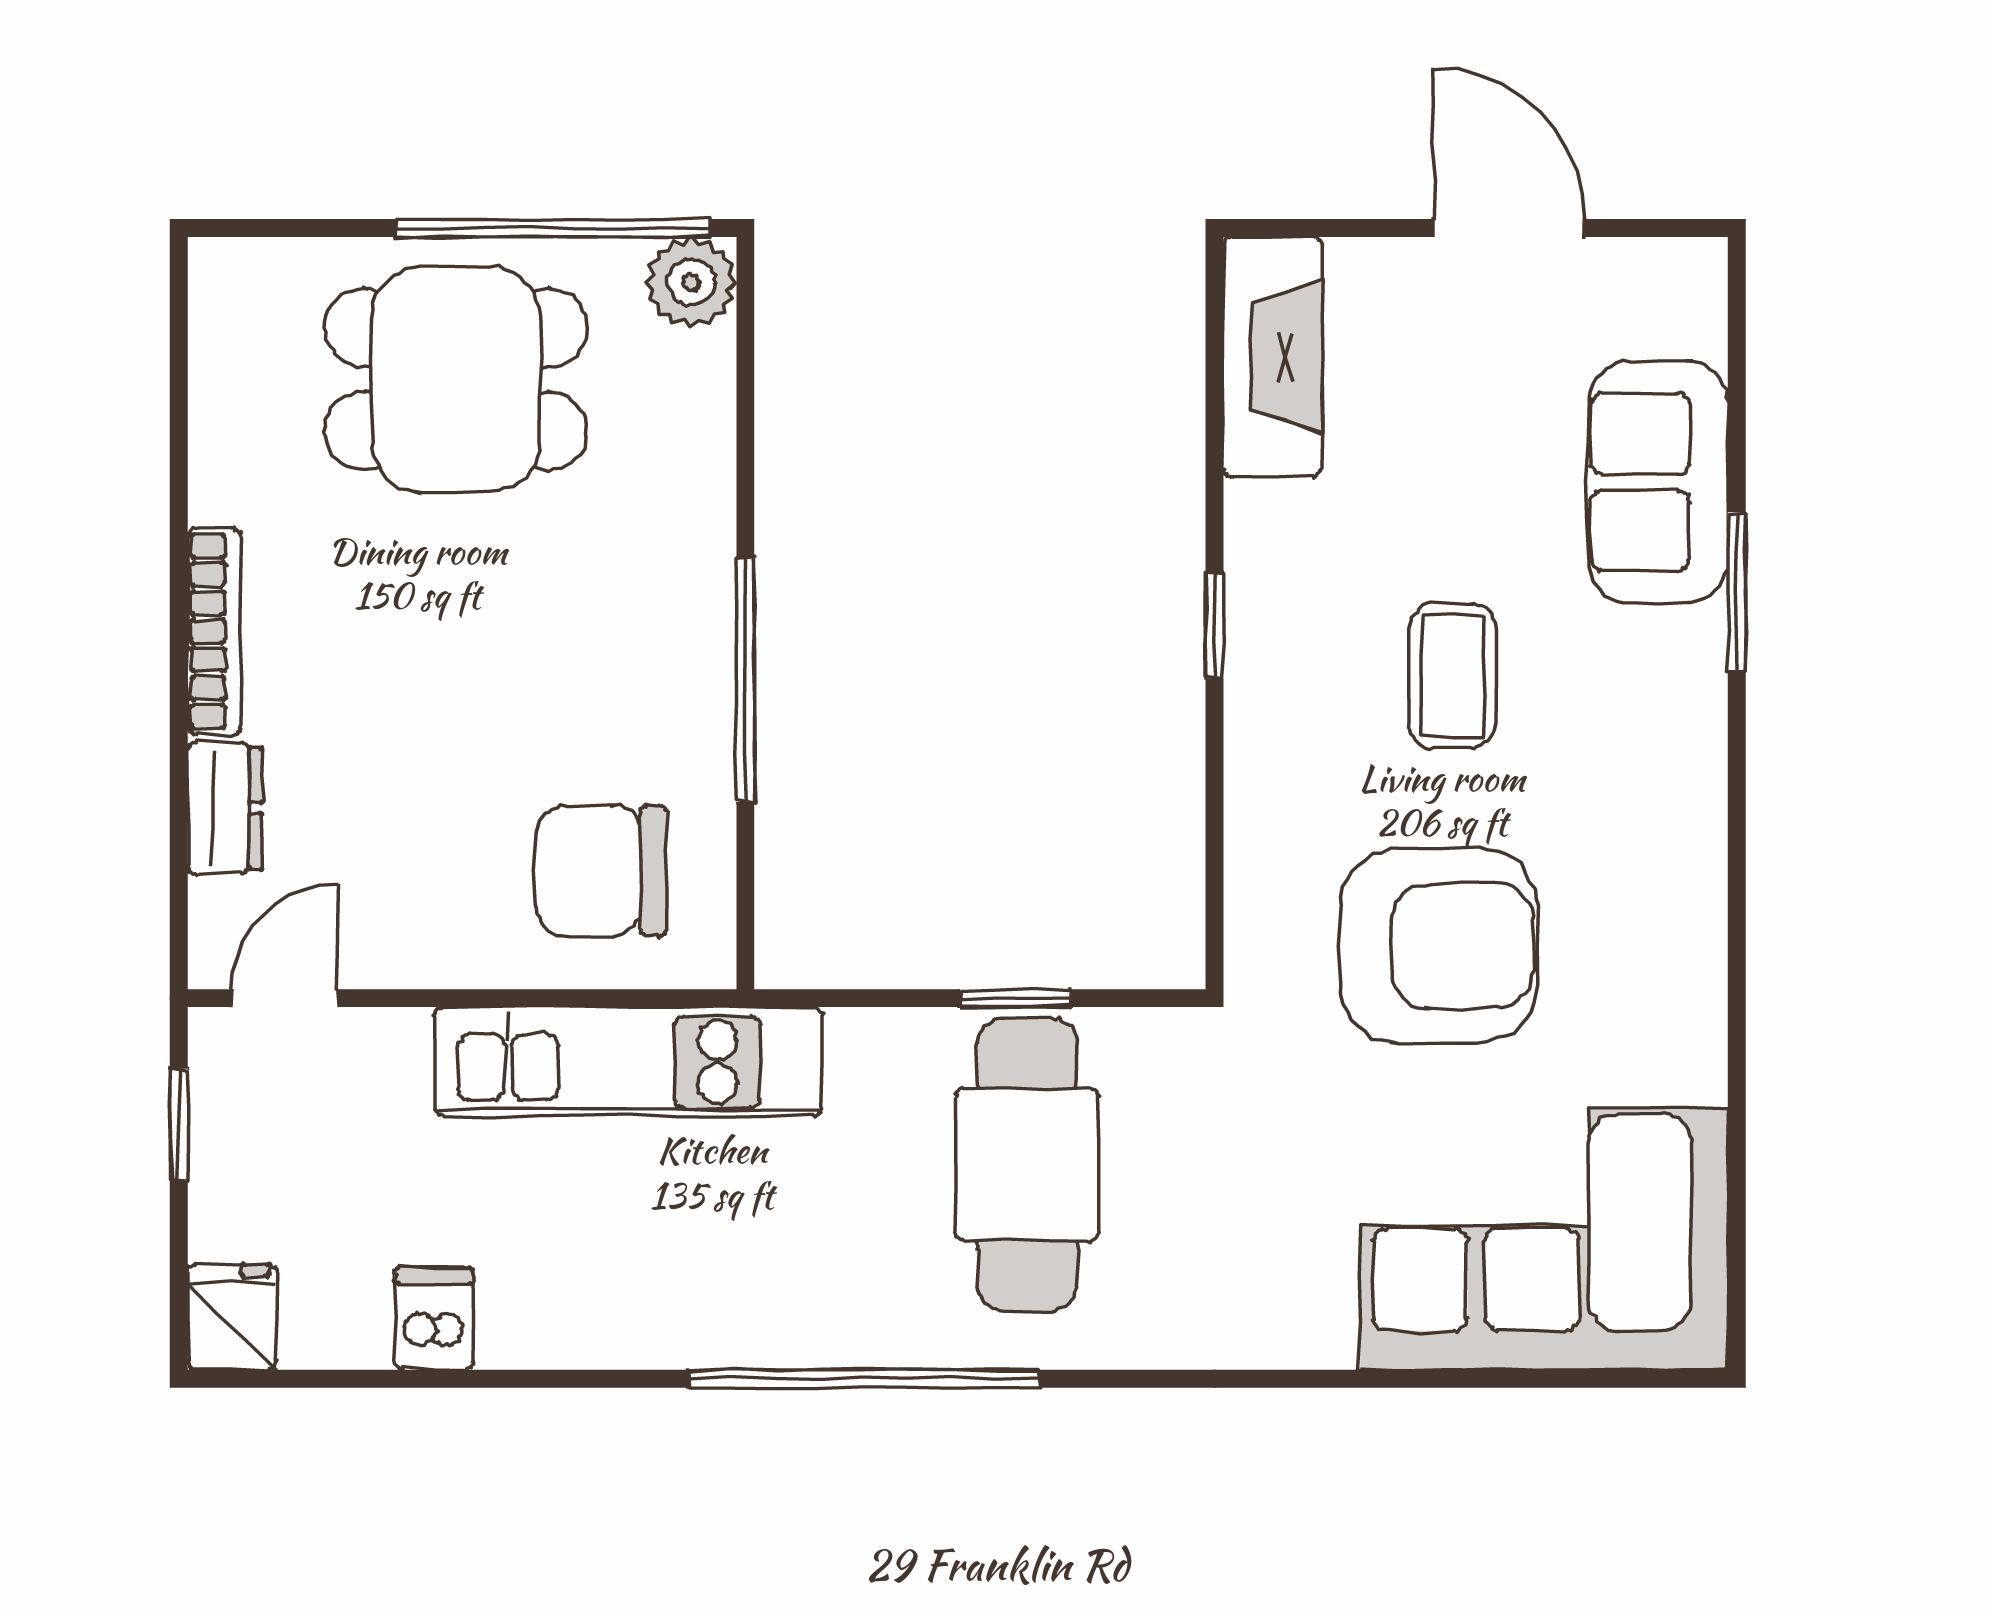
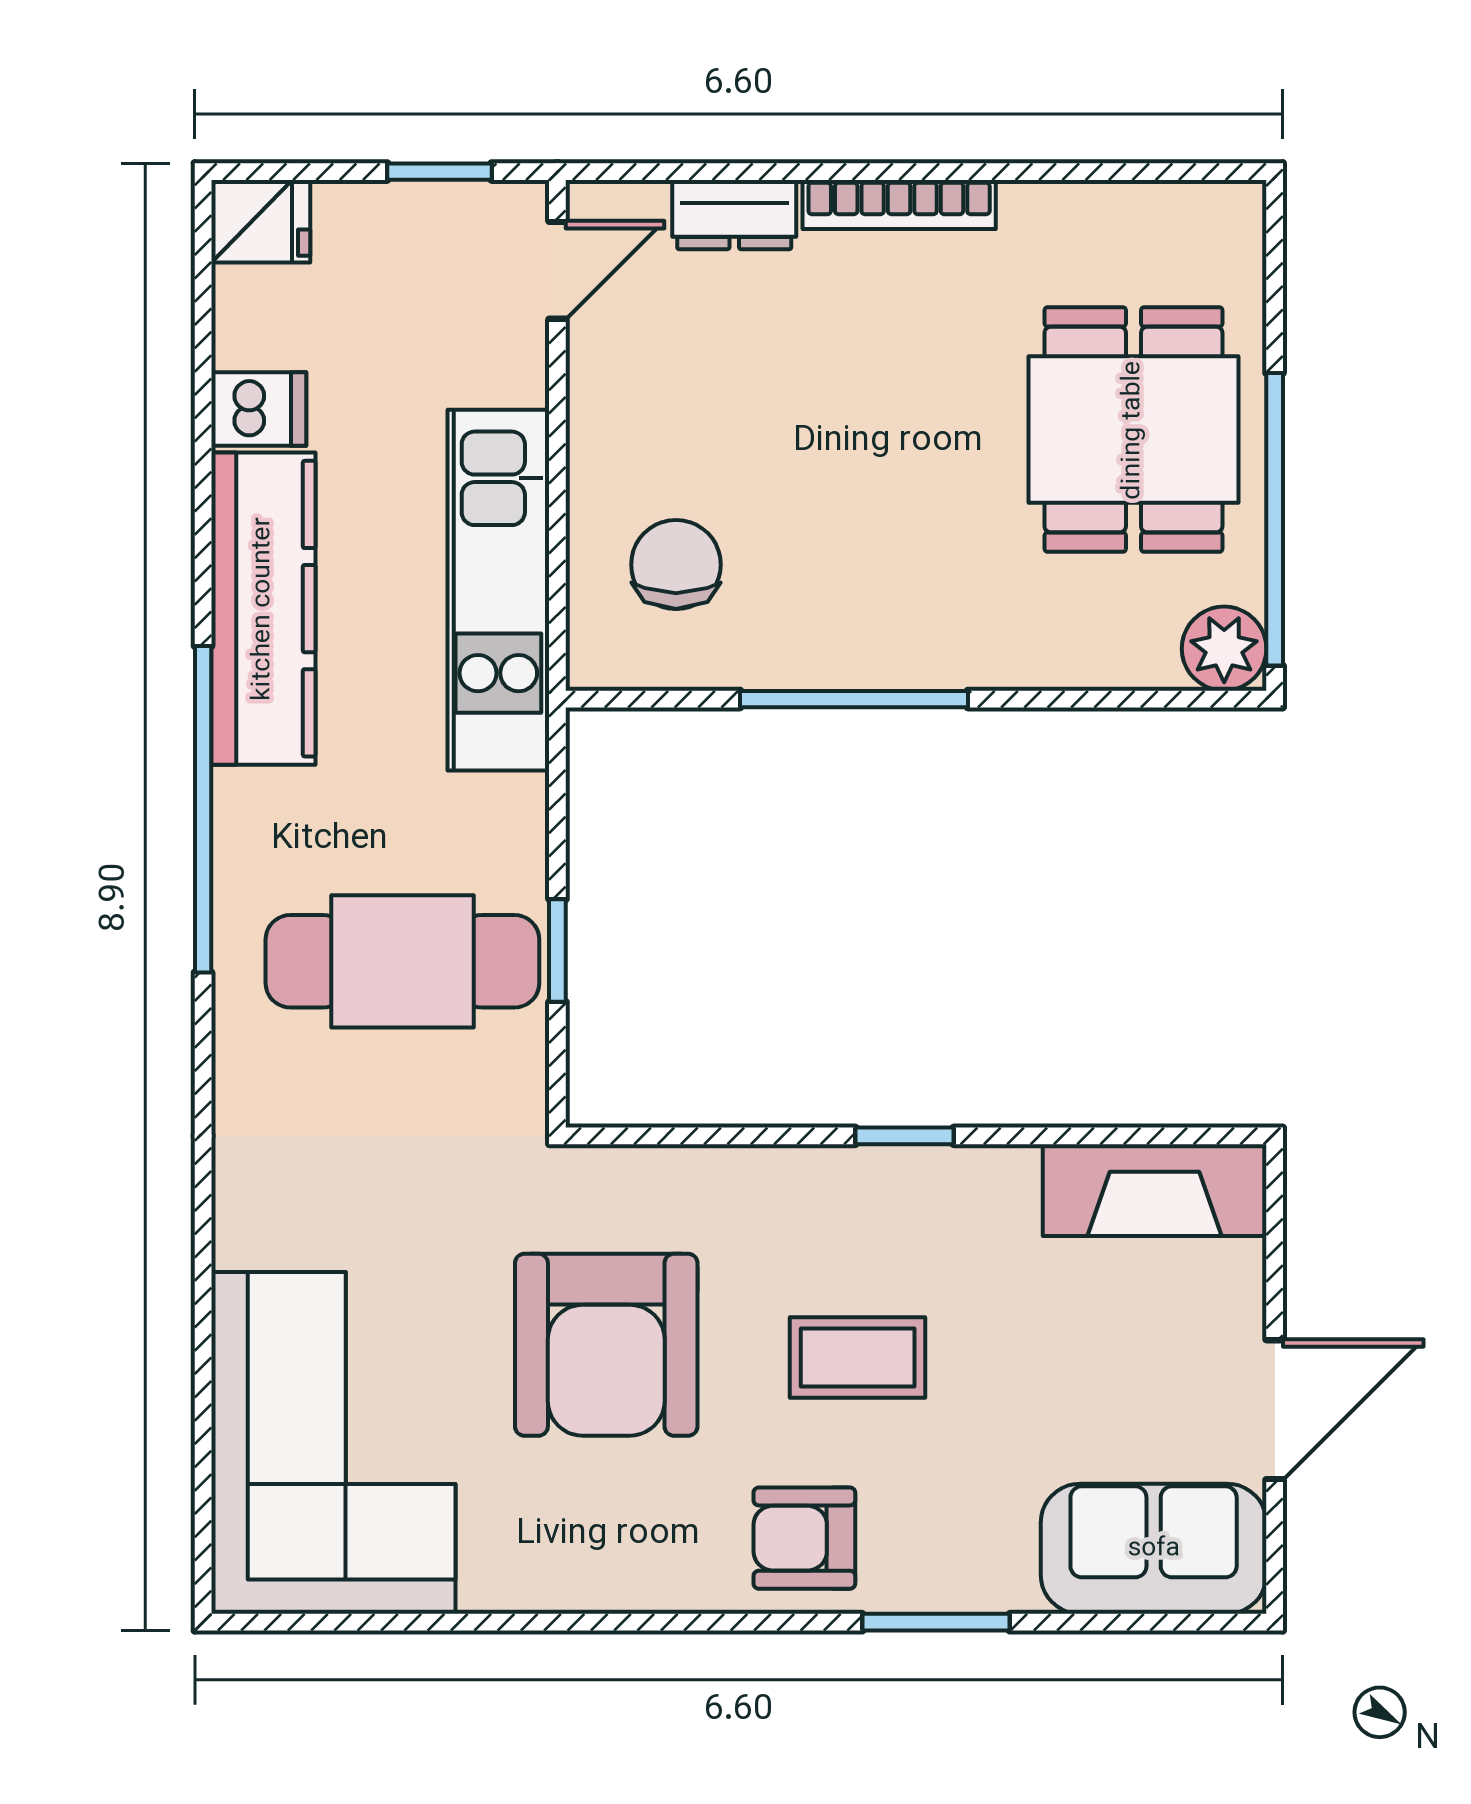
sofa: (1658, 482) -> (1154, 1549), moved
armchair: (1647, 733) -> (804, 1538), added
chair: (601, 871) -> (676, 565), width x0.73, depth x0.73
door: (285, 998) -> (557, 270), hinge flipped
kitchen counter: (648, 1314) -> (263, 609), added

